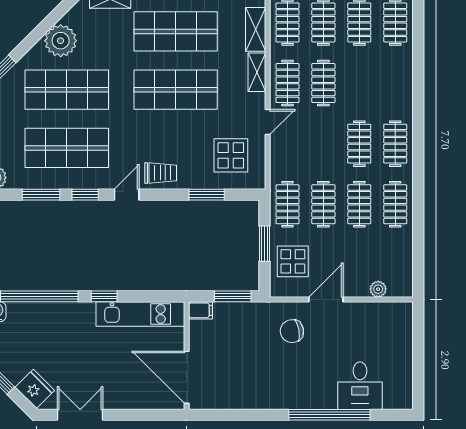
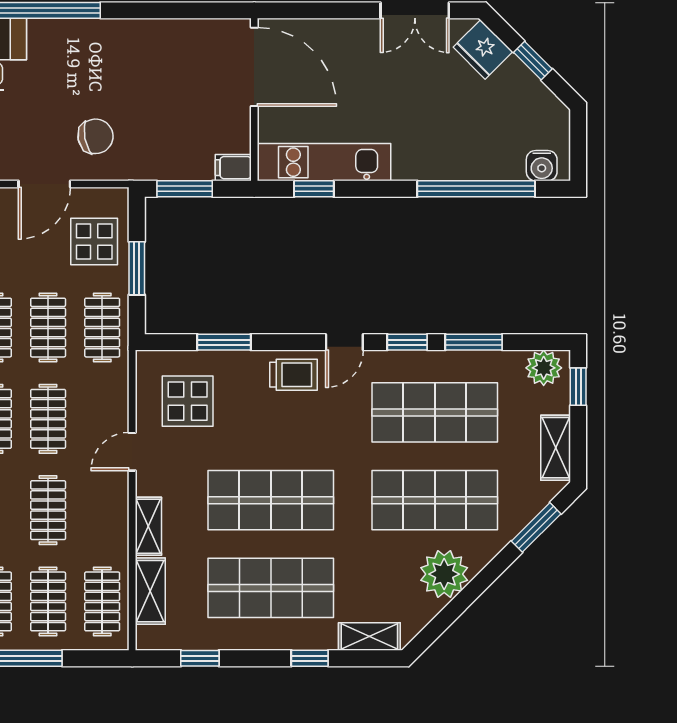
clothes rail: (288, 83) -> (48, 419), moved
trolley: (161, 173) -> (293, 375), turned 180
window: (104, 296) -> (314, 189), moved

